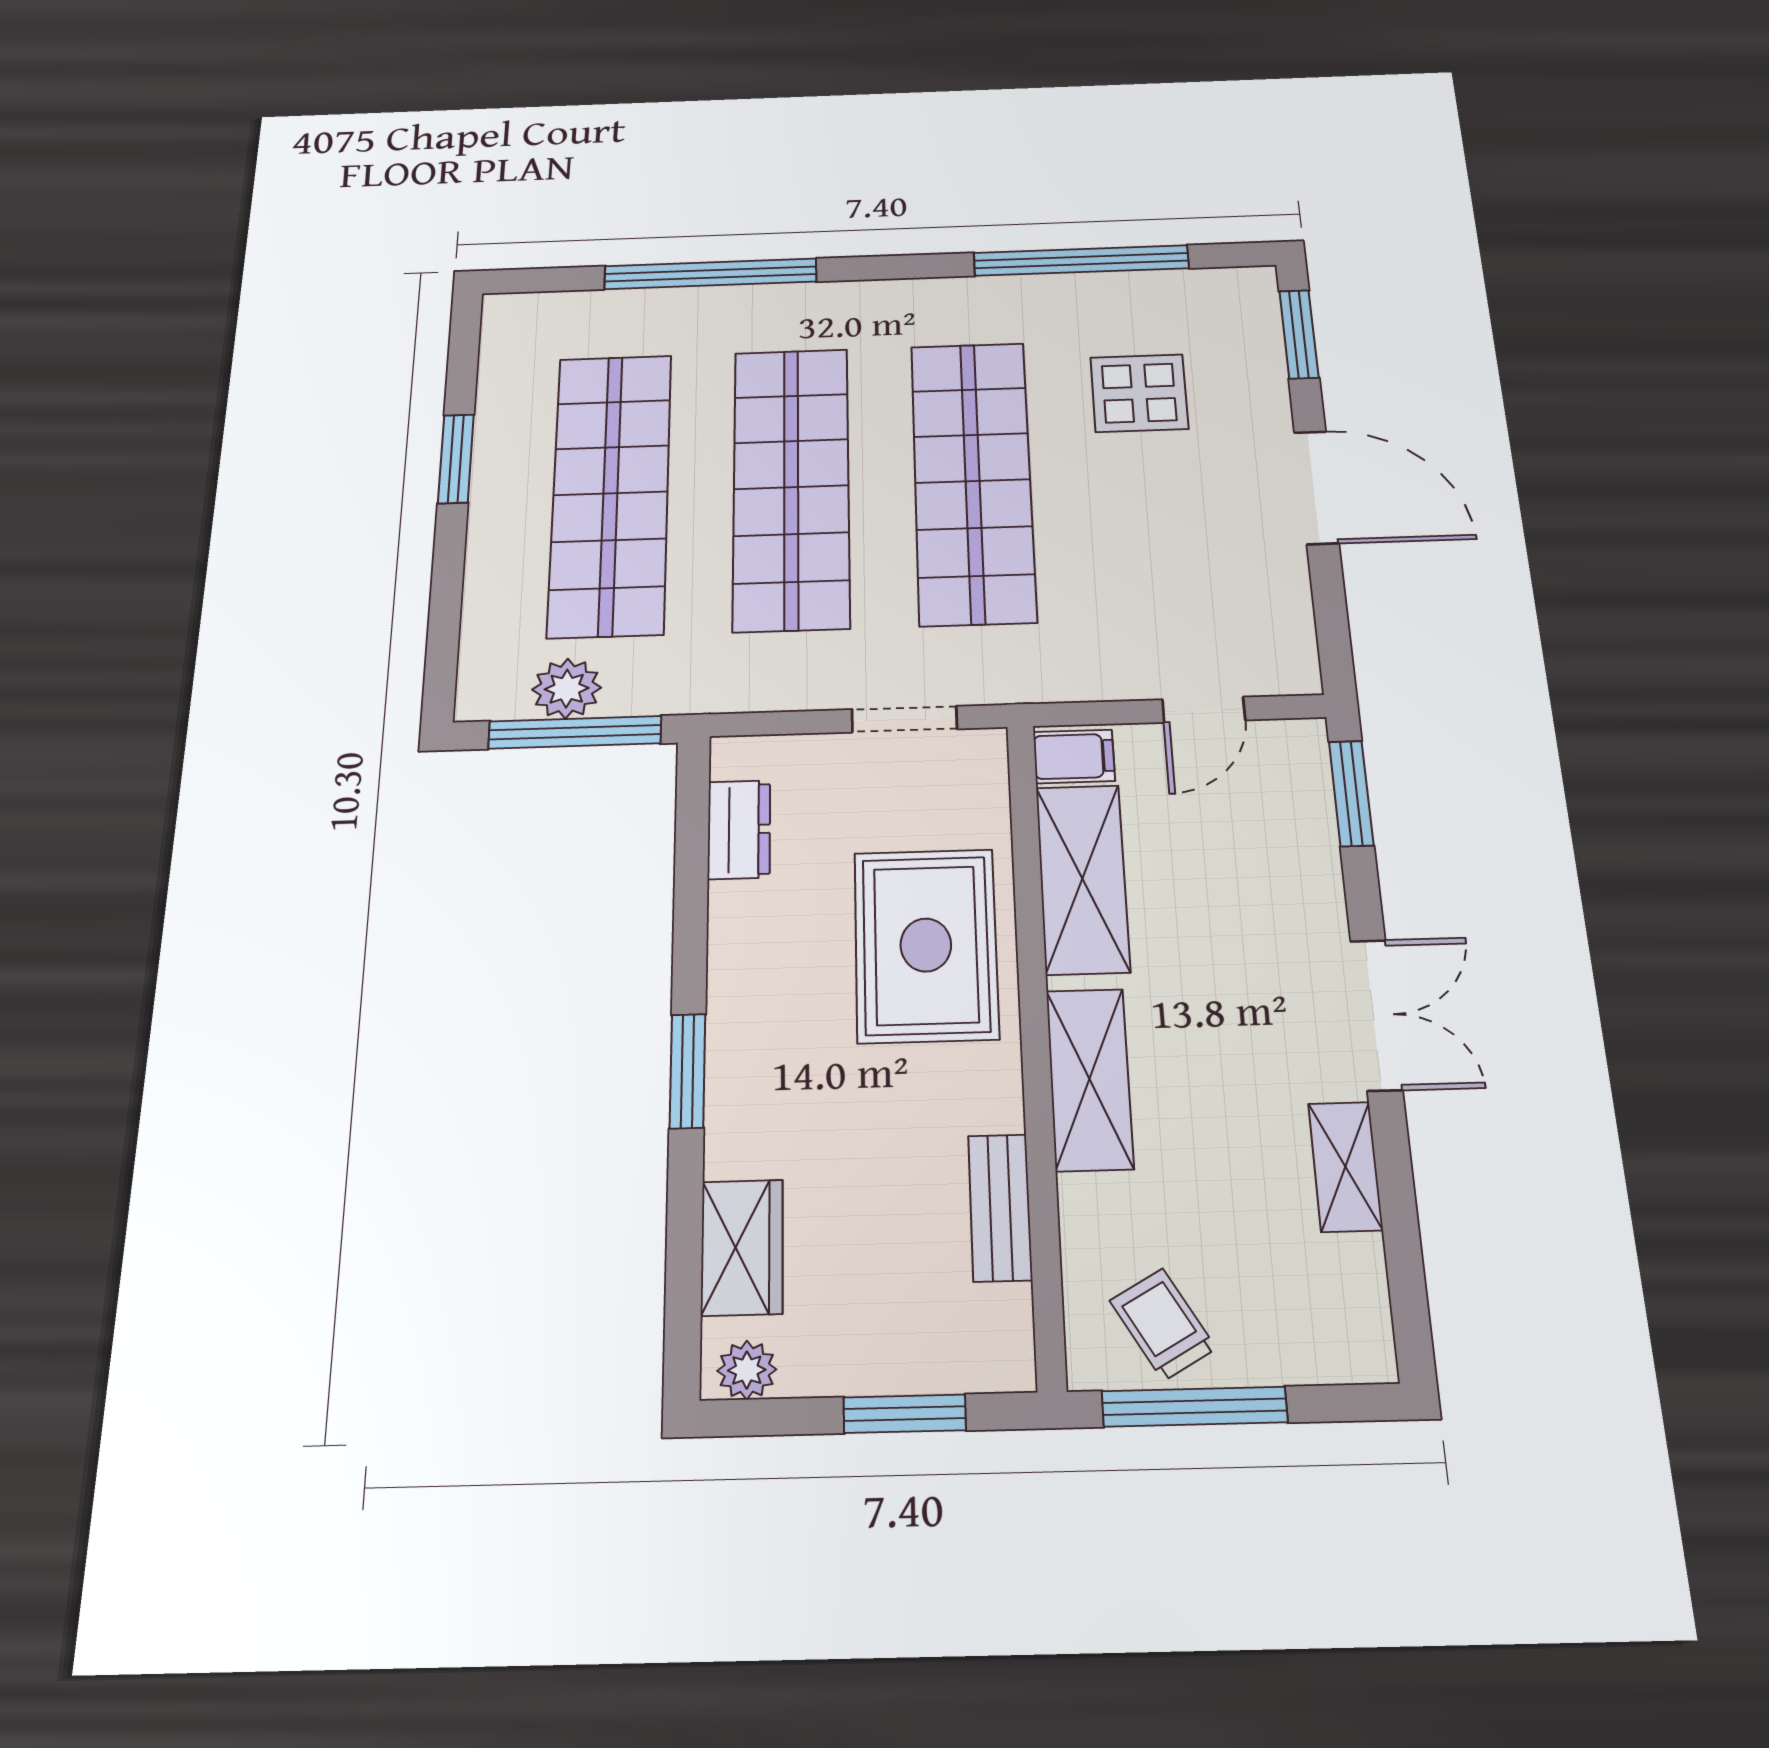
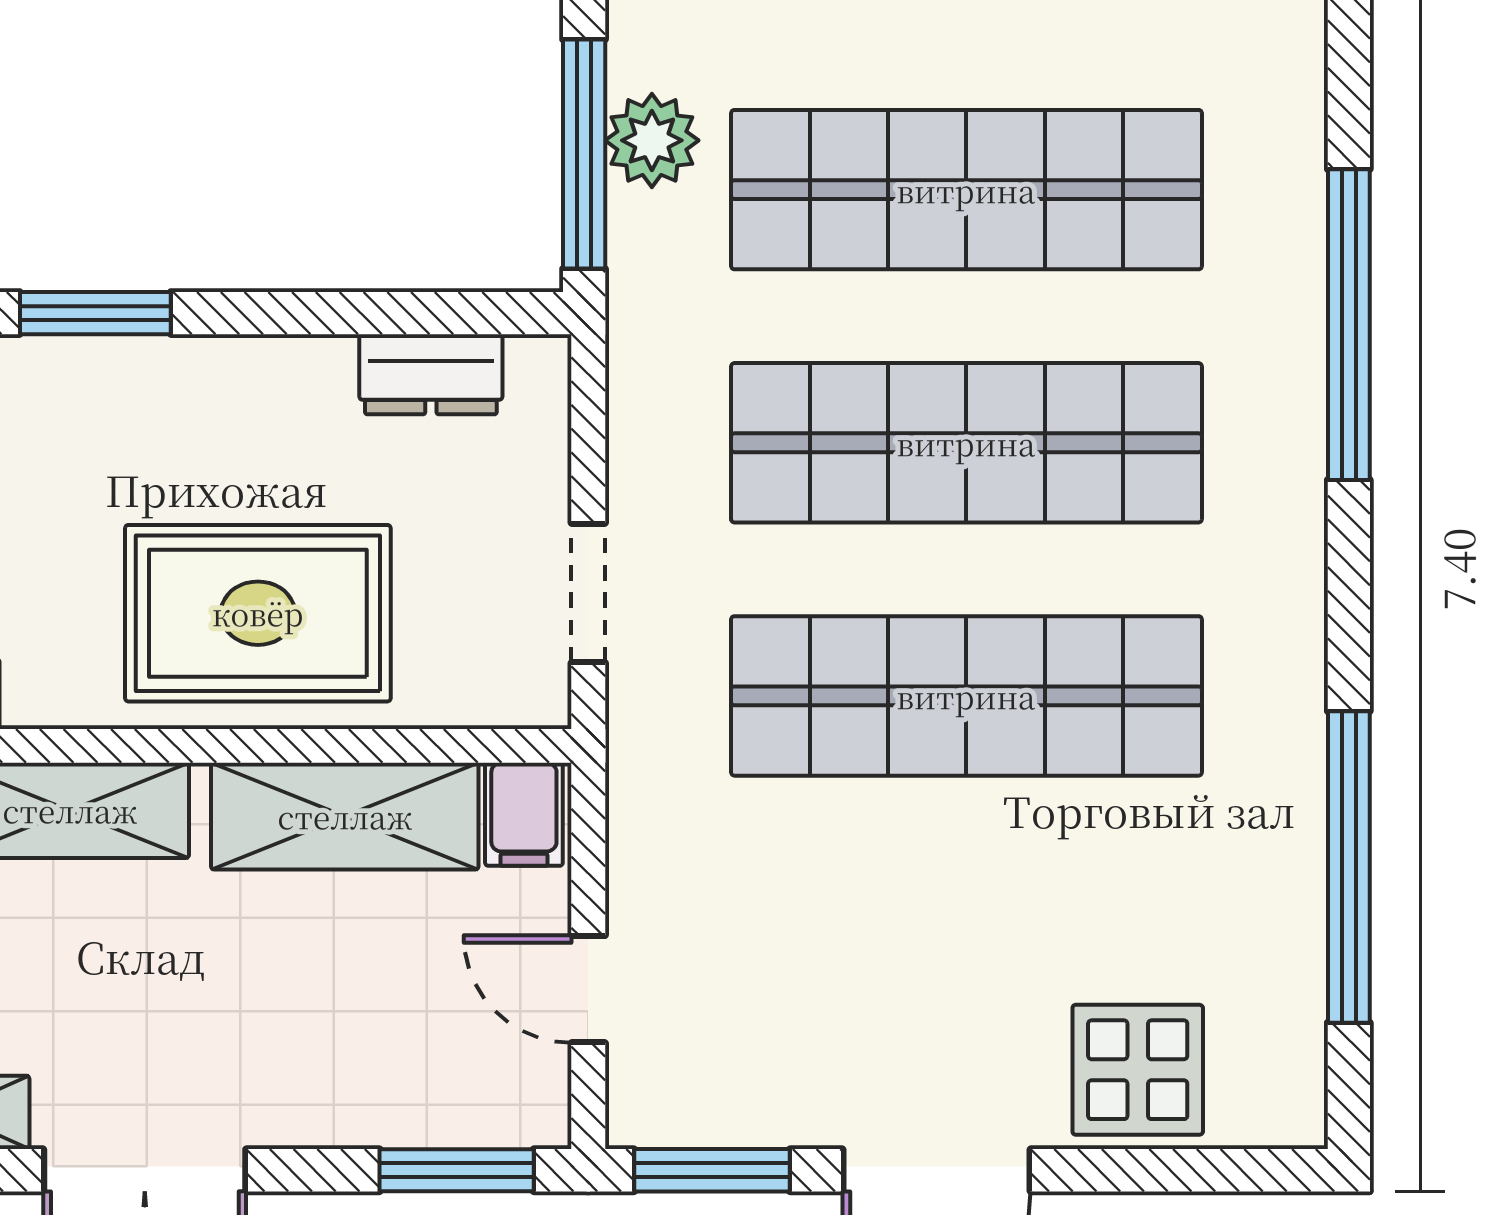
window: (1299, 334) -> (712, 1170), moved
display table: (1139, 393) -> (1138, 1070), moved

